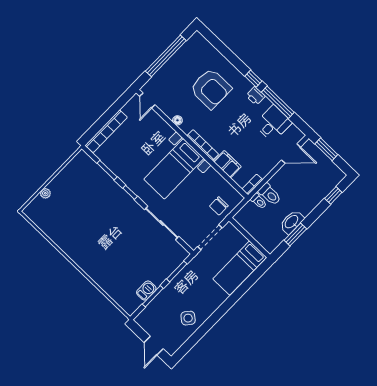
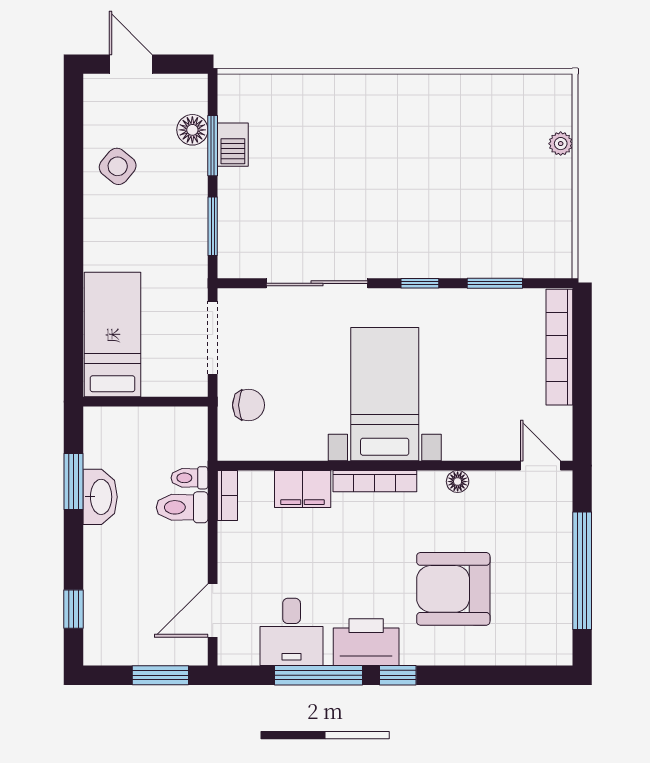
printer: (256, 96) -> (366, 642), width x1.87, depth x1.48
chair: (219, 206) -> (249, 405), turned 90
floor lamp: (154, 307) -> (192, 130), added

